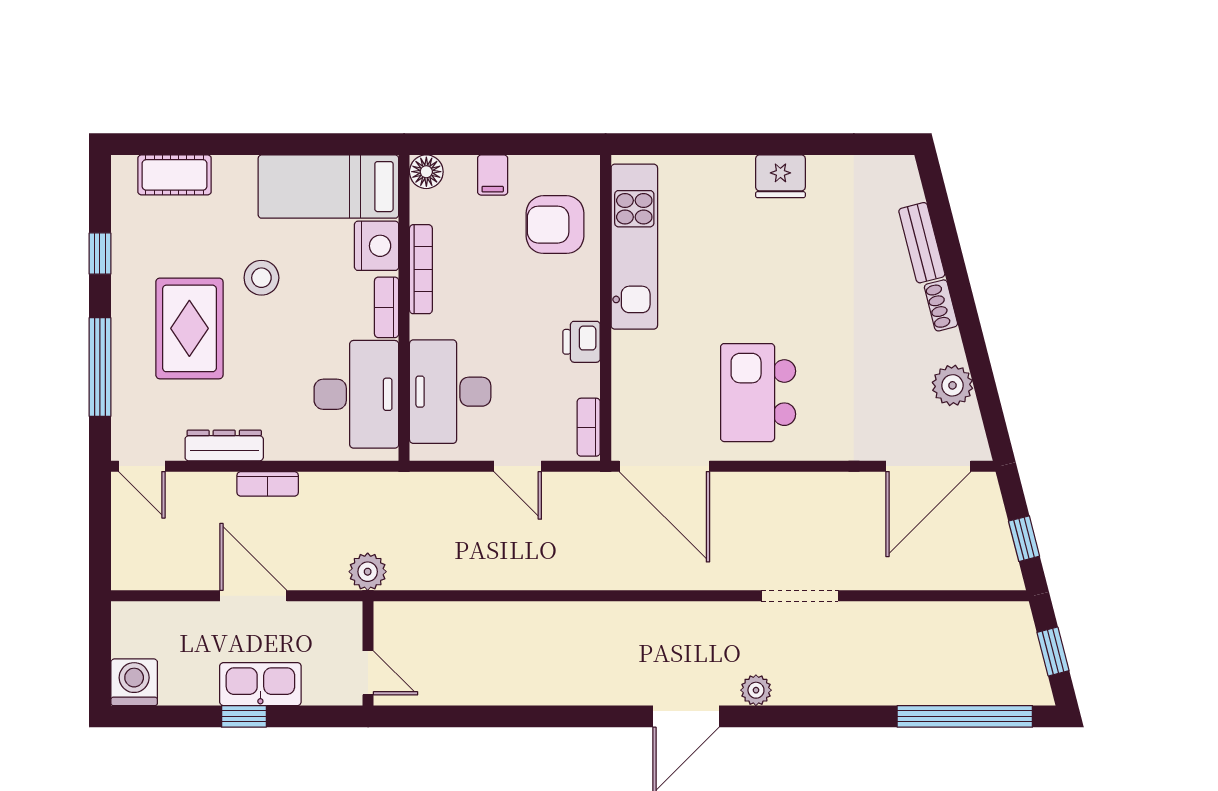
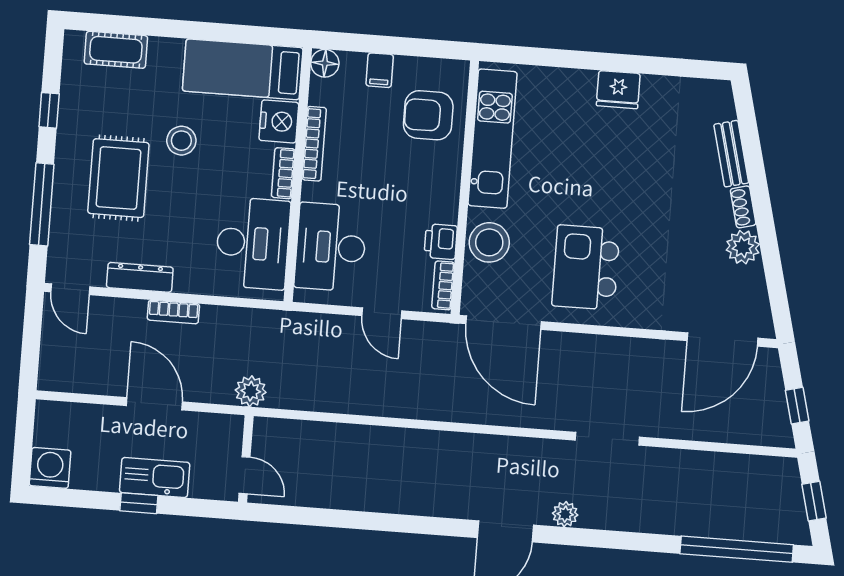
printer: (582, 342) -> (441, 242), moved
stool: (640, 371) -> (489, 242), added
plant: (952, 385) -> (743, 247), moved

